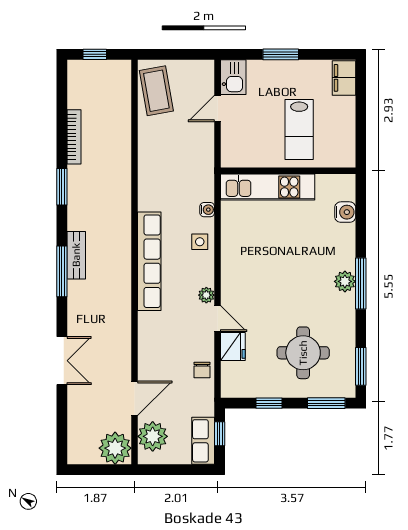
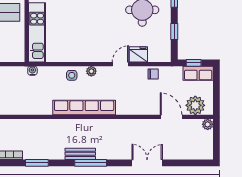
water cooler: (207, 210) -> (32, 71), moved
plant: (206, 295) -> (91, 71), moved
plant: (115, 448) -> (208, 124), width x0.53, depth x0.53

